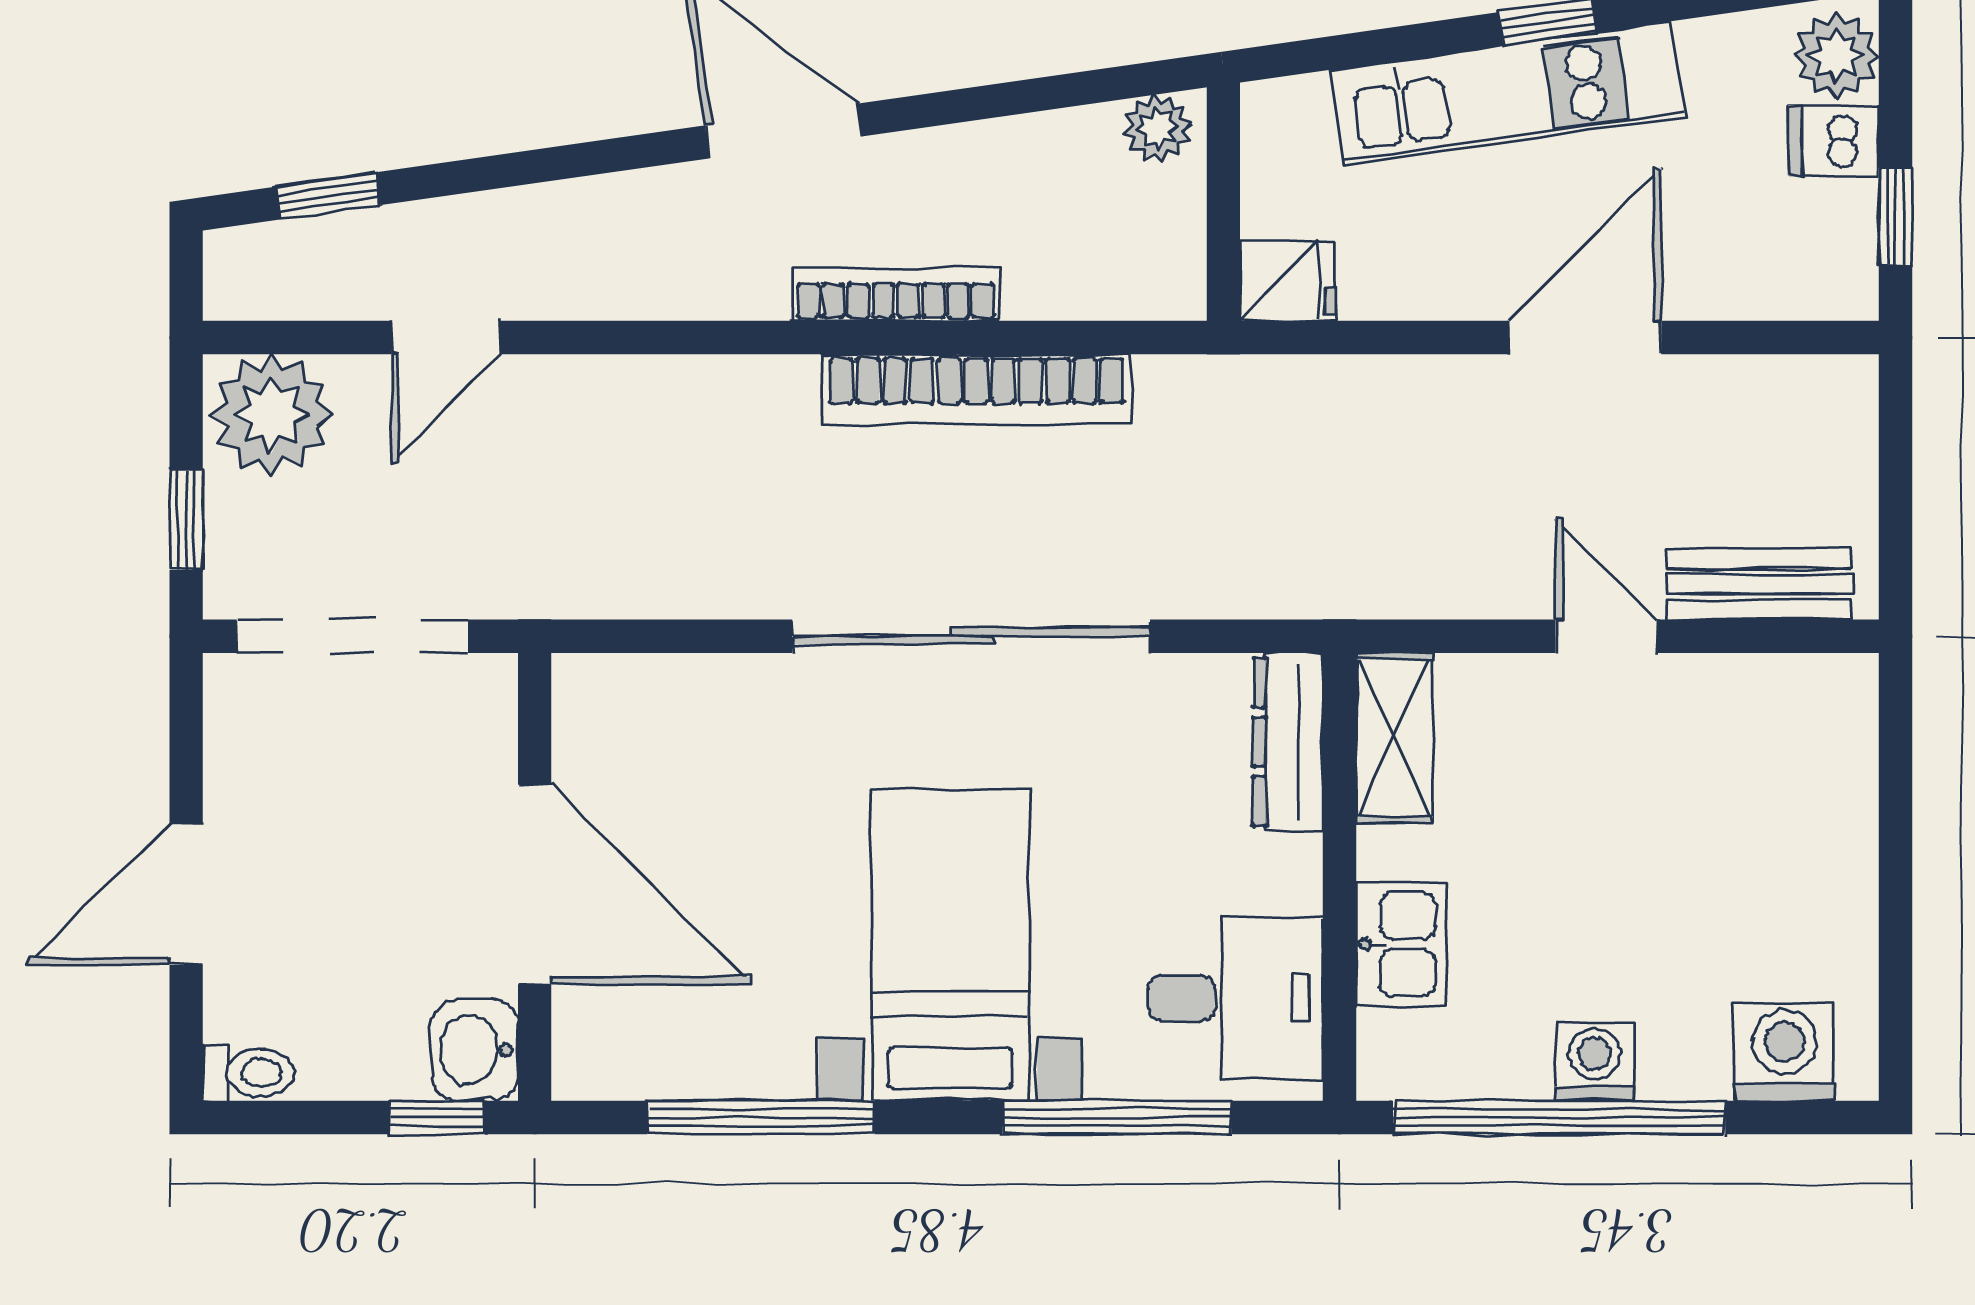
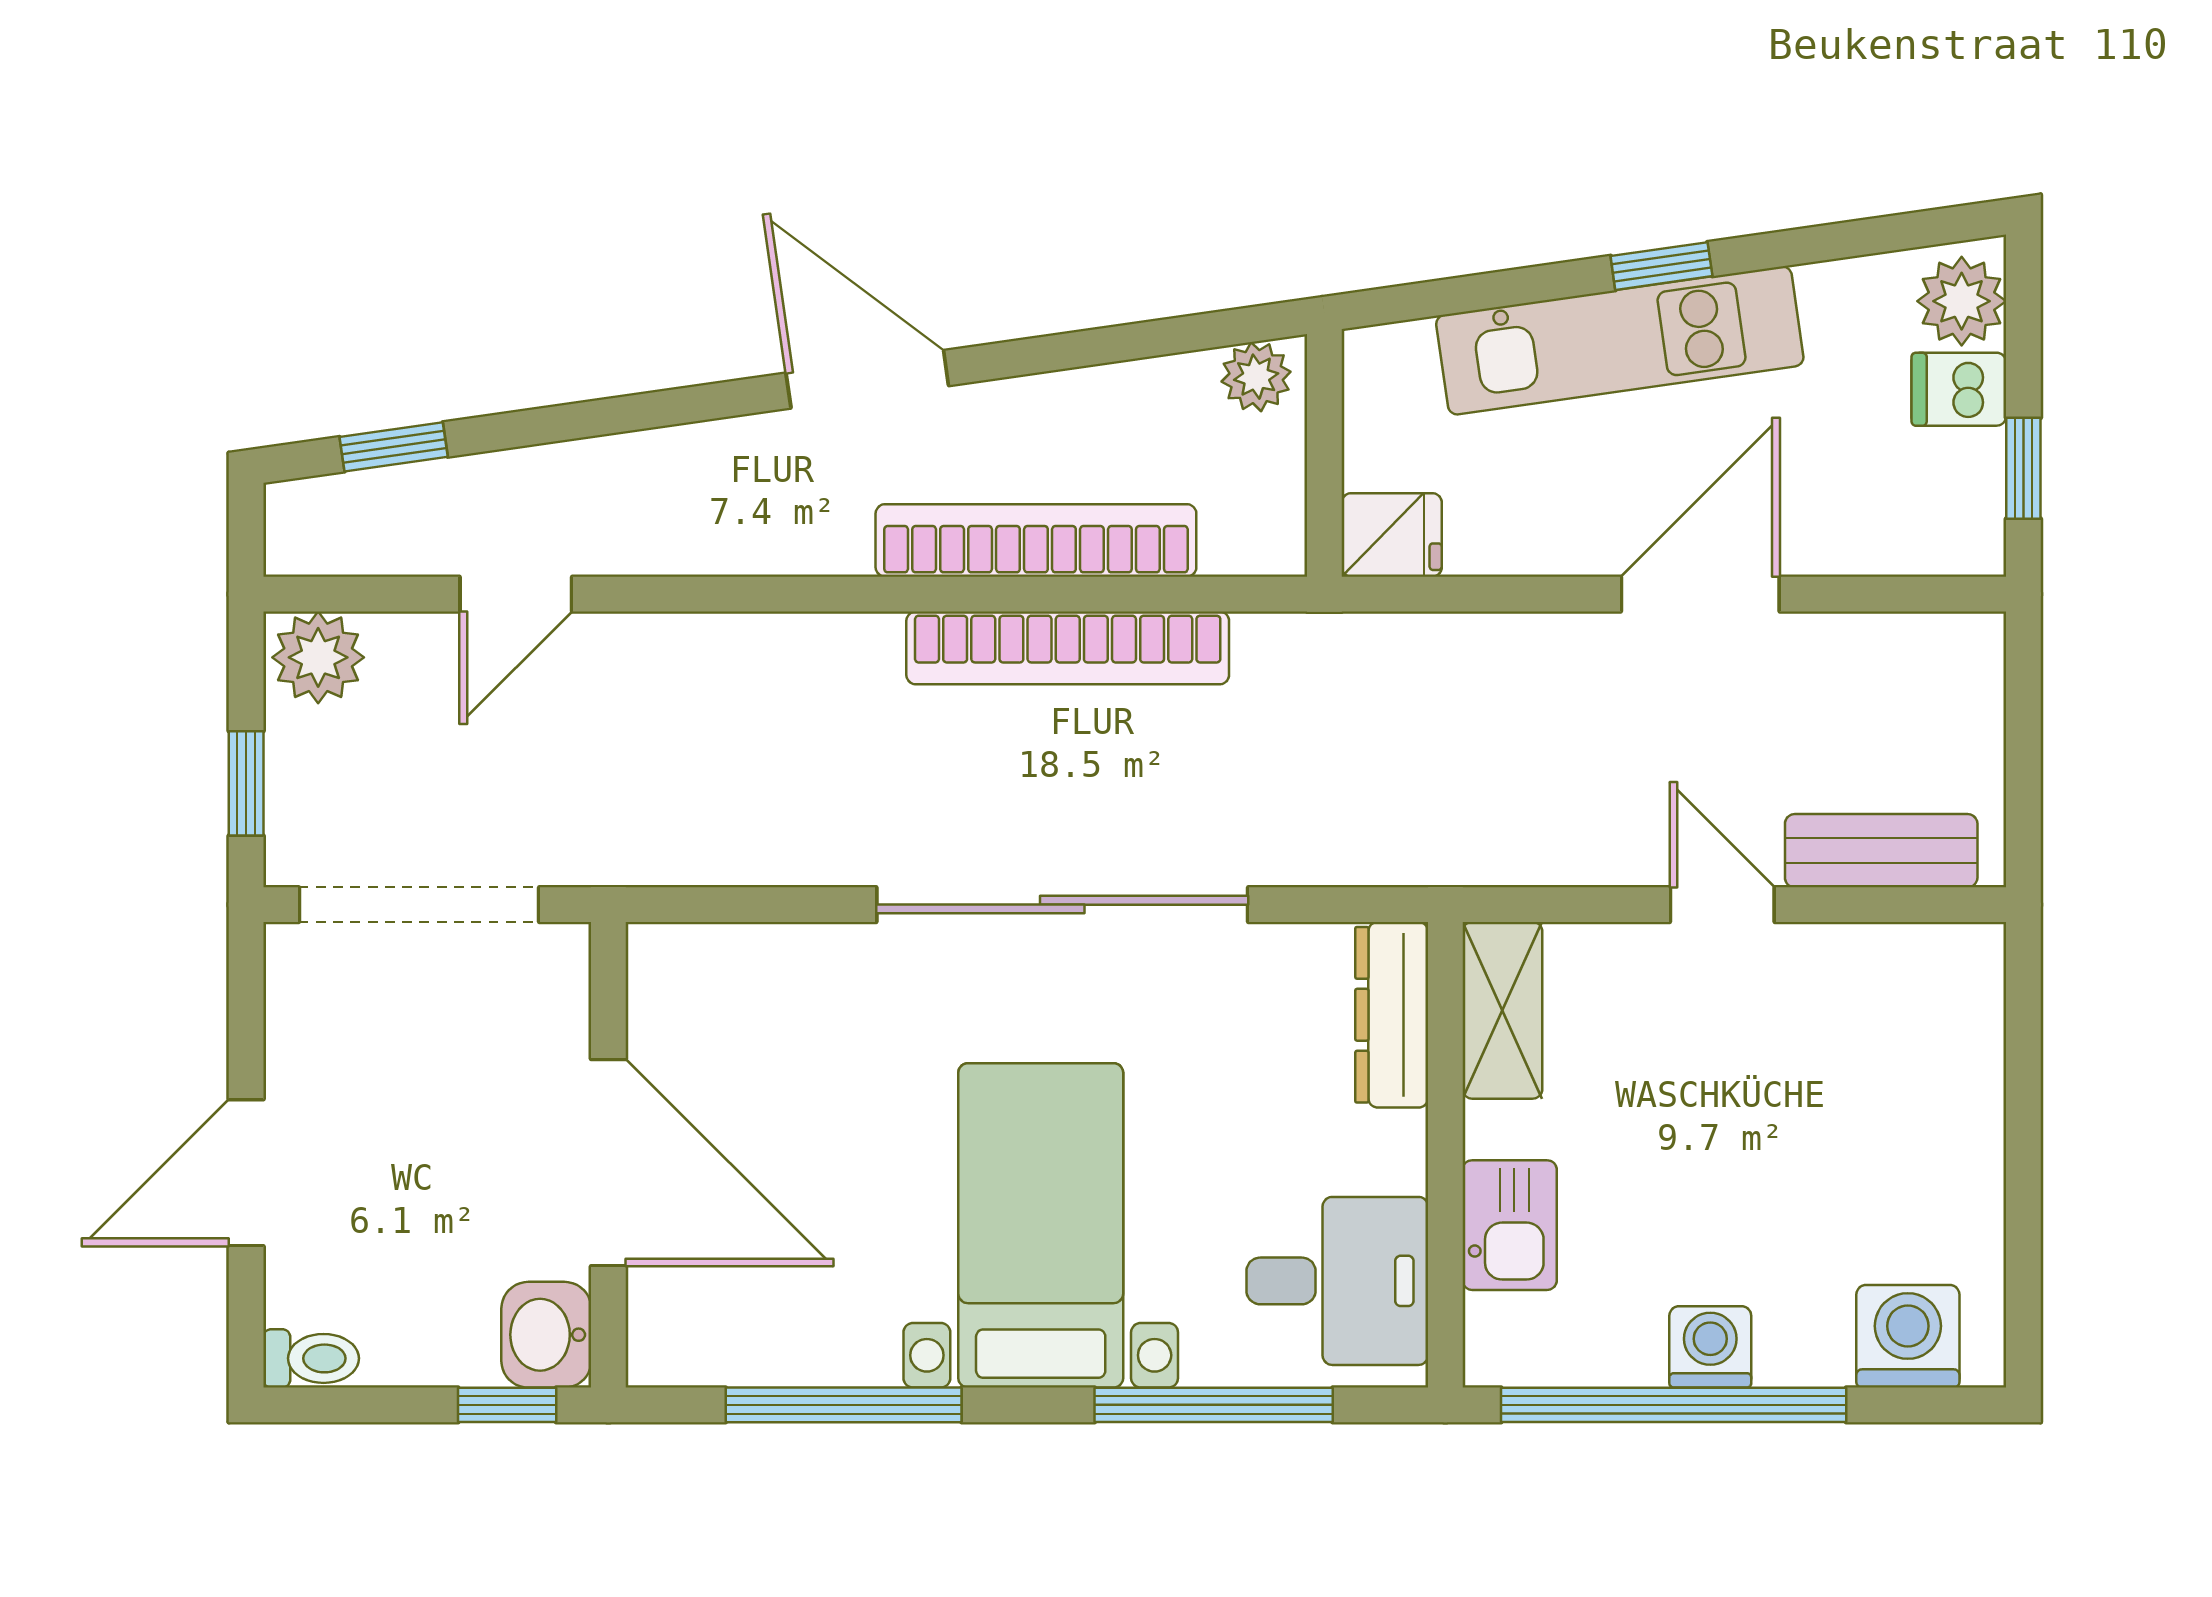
bookcase: (896, 294) -> (1036, 540), width x1.48, depth x1.31
plant: (271, 414) -> (318, 657), width x0.73, depth x0.73

